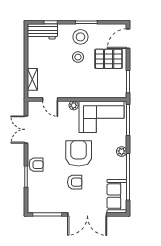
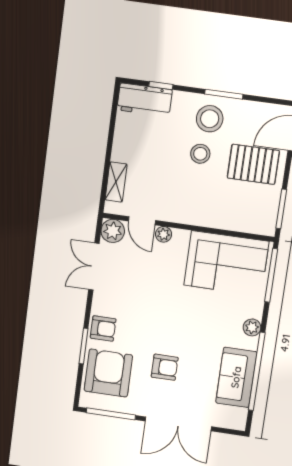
plant: (74, 105) -> (164, 234), moved
plant: (34, 108) -> (113, 231), added
armchair: (79, 153) -> (108, 373), moved
sofa: (117, 196) -> (236, 377), moved

